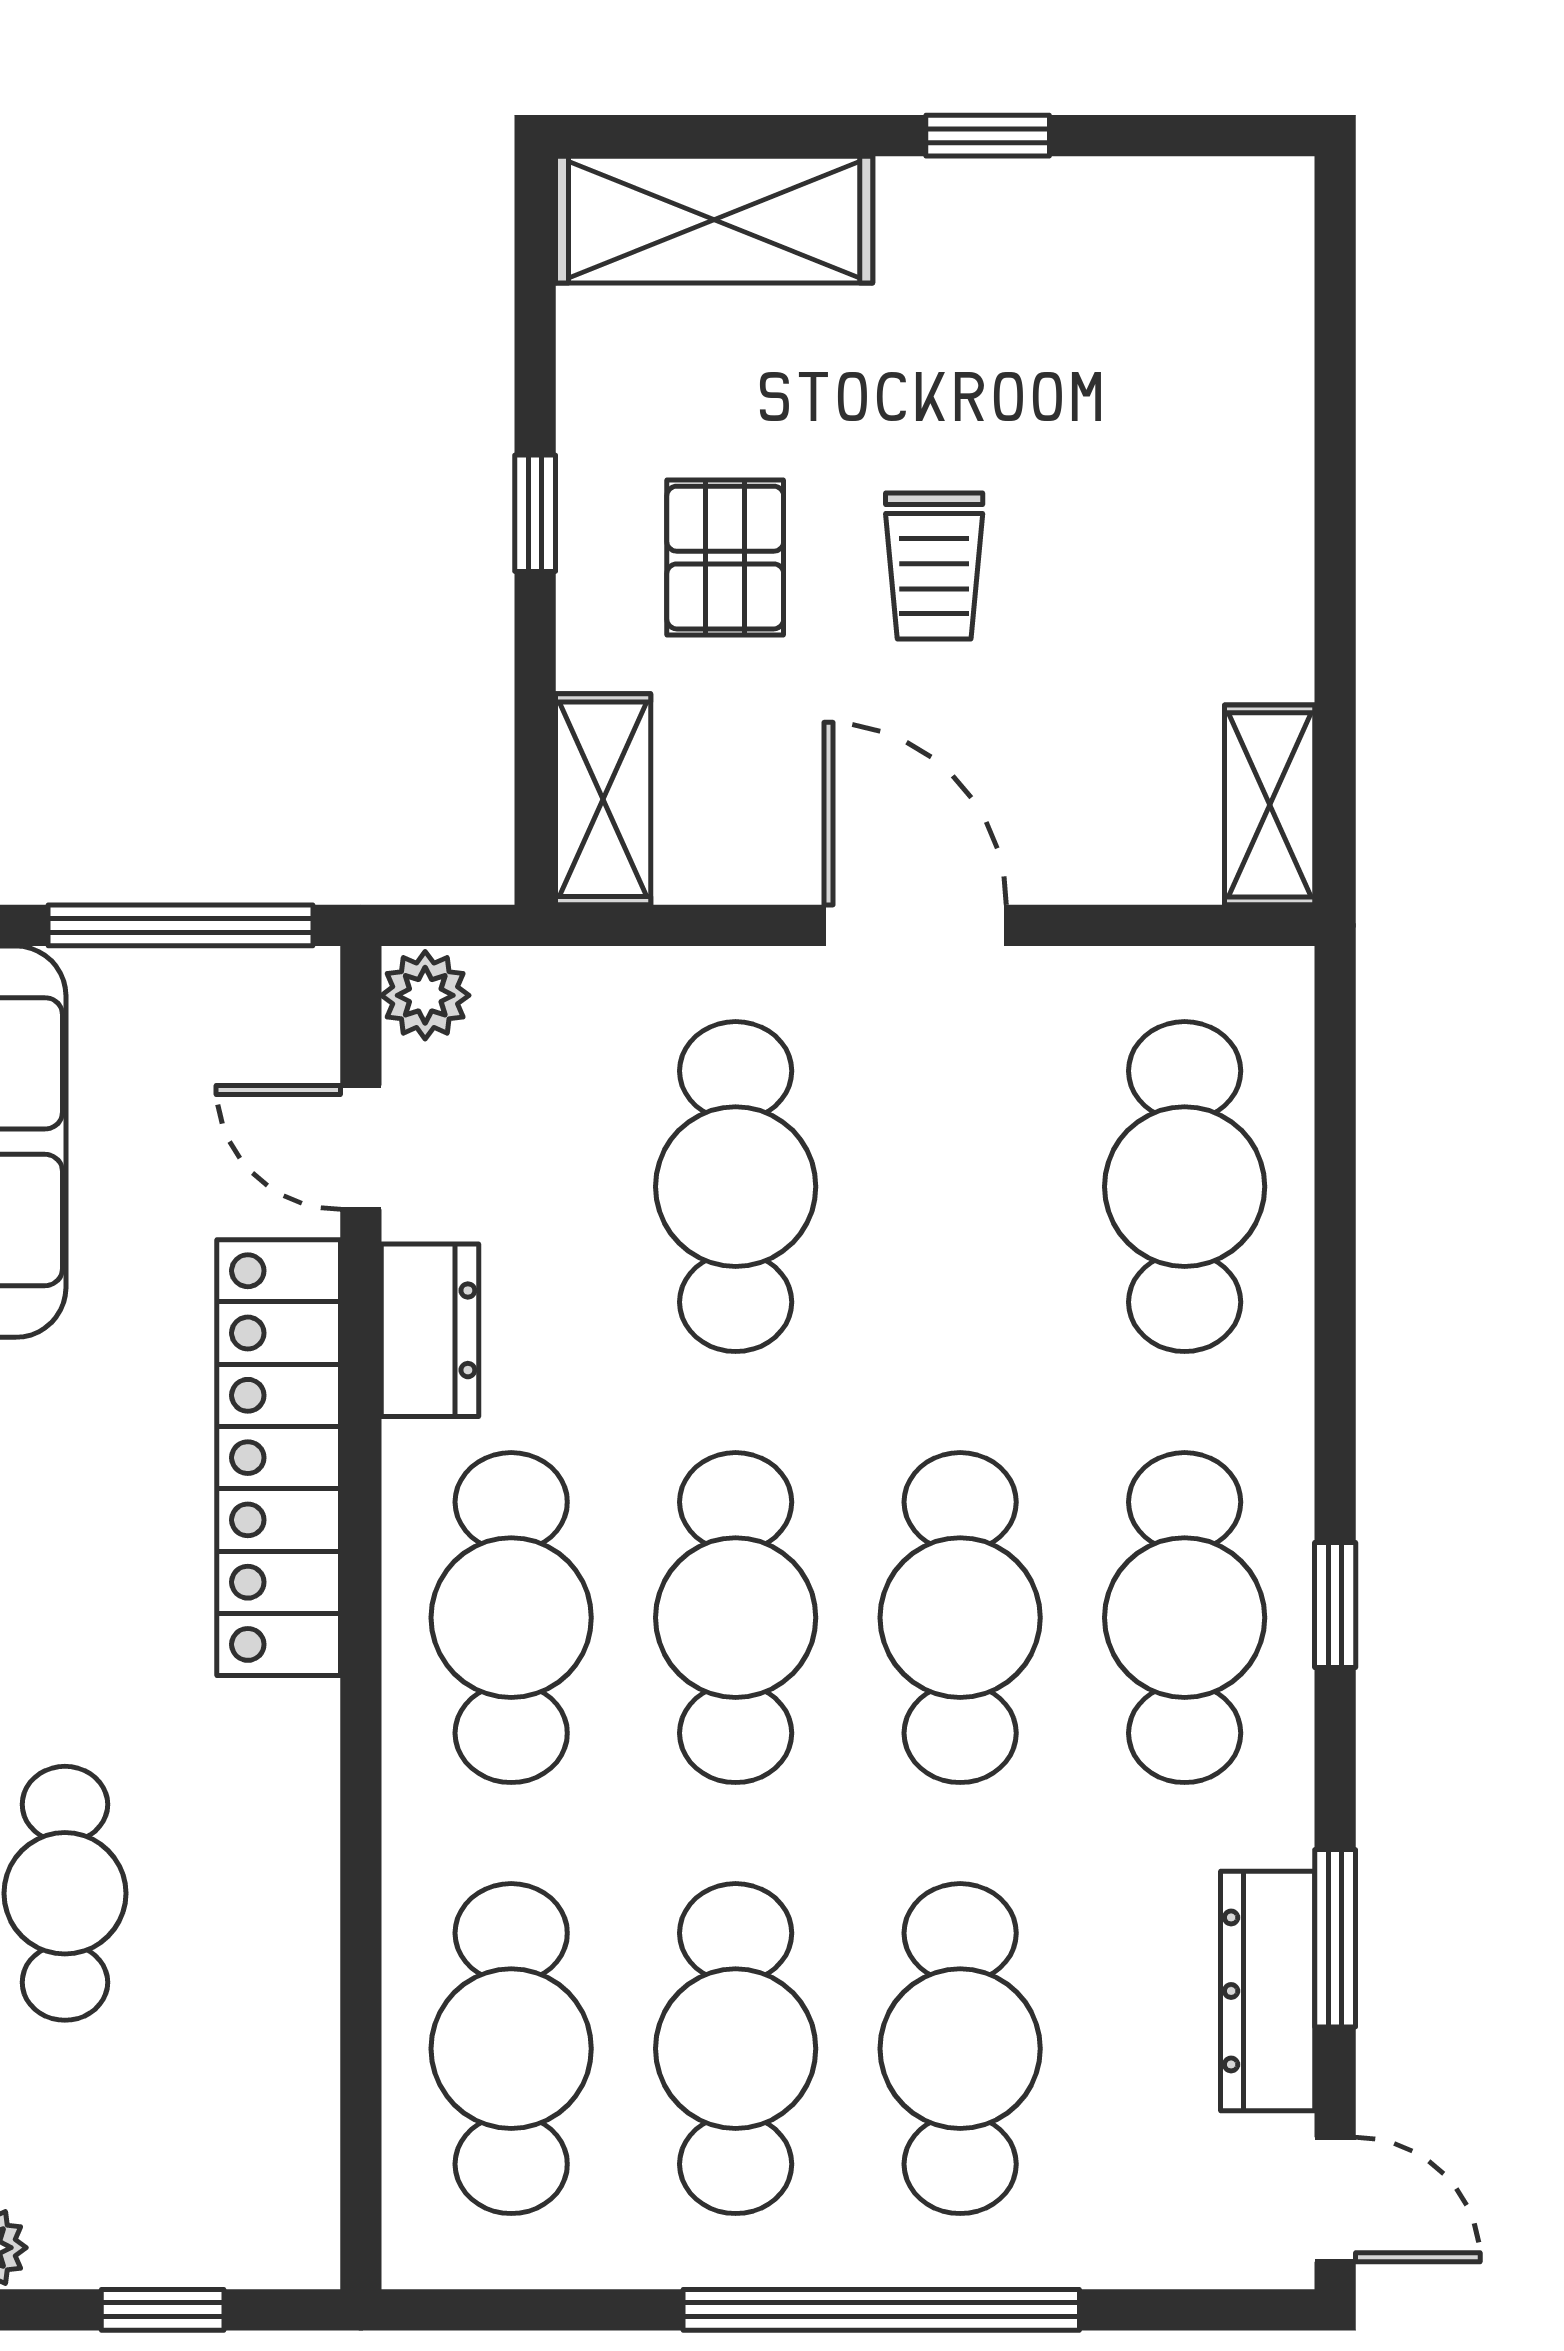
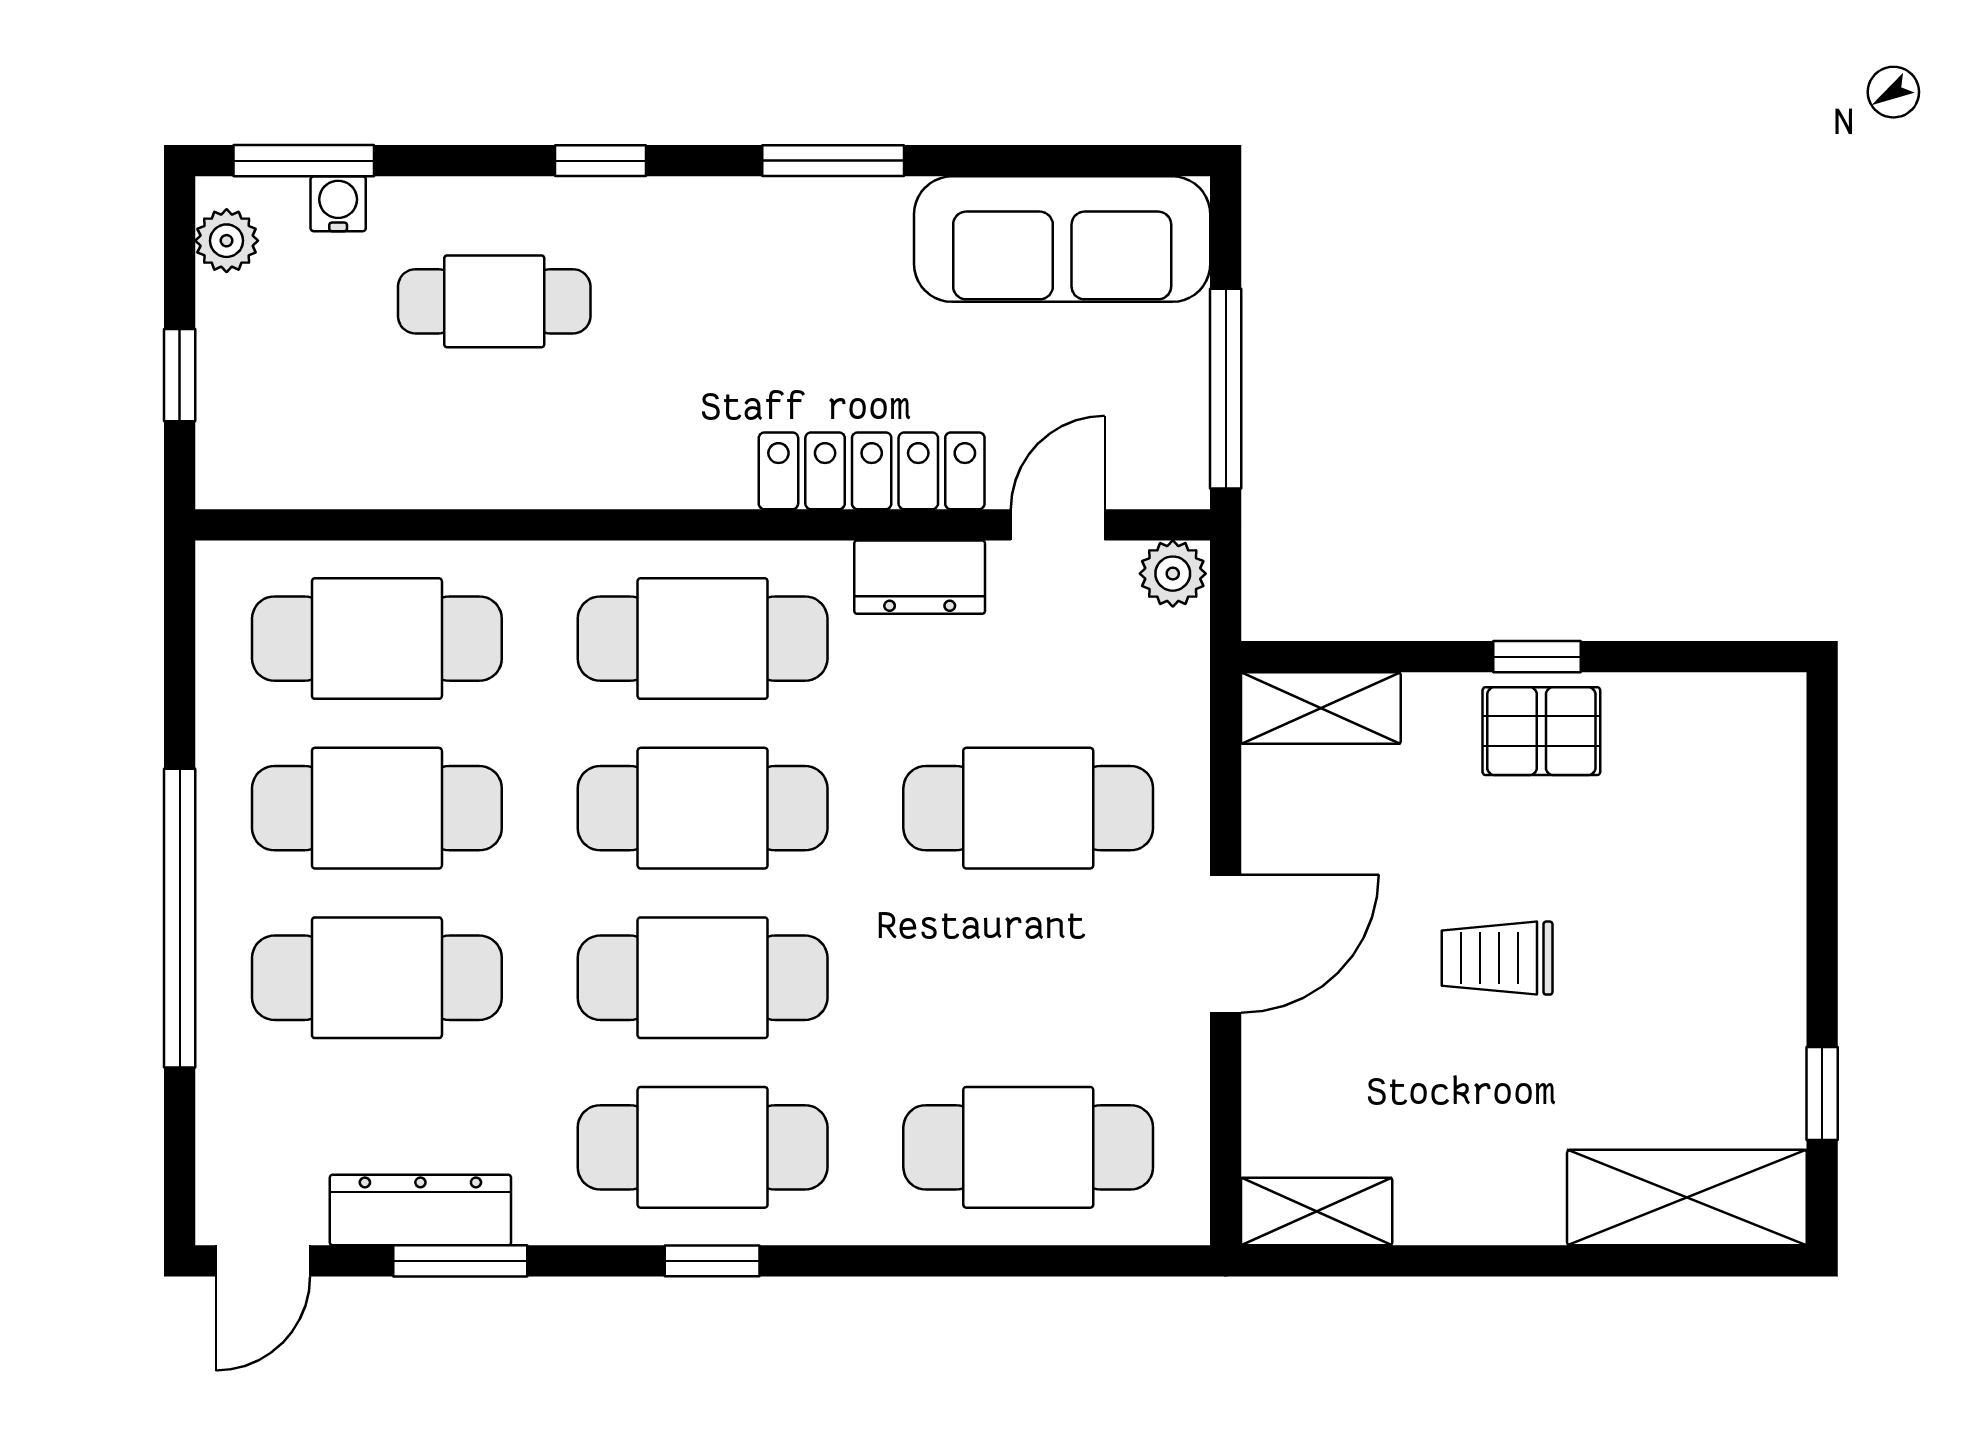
window: (988, 136) -> (1822, 1093), moved
shelving: (714, 220) -> (1687, 1198), moved, turned 90
pallet: (725, 558) -> (1541, 731), moved
locker: (279, 1458) -> (872, 471), width x0.71, depth x0.83

